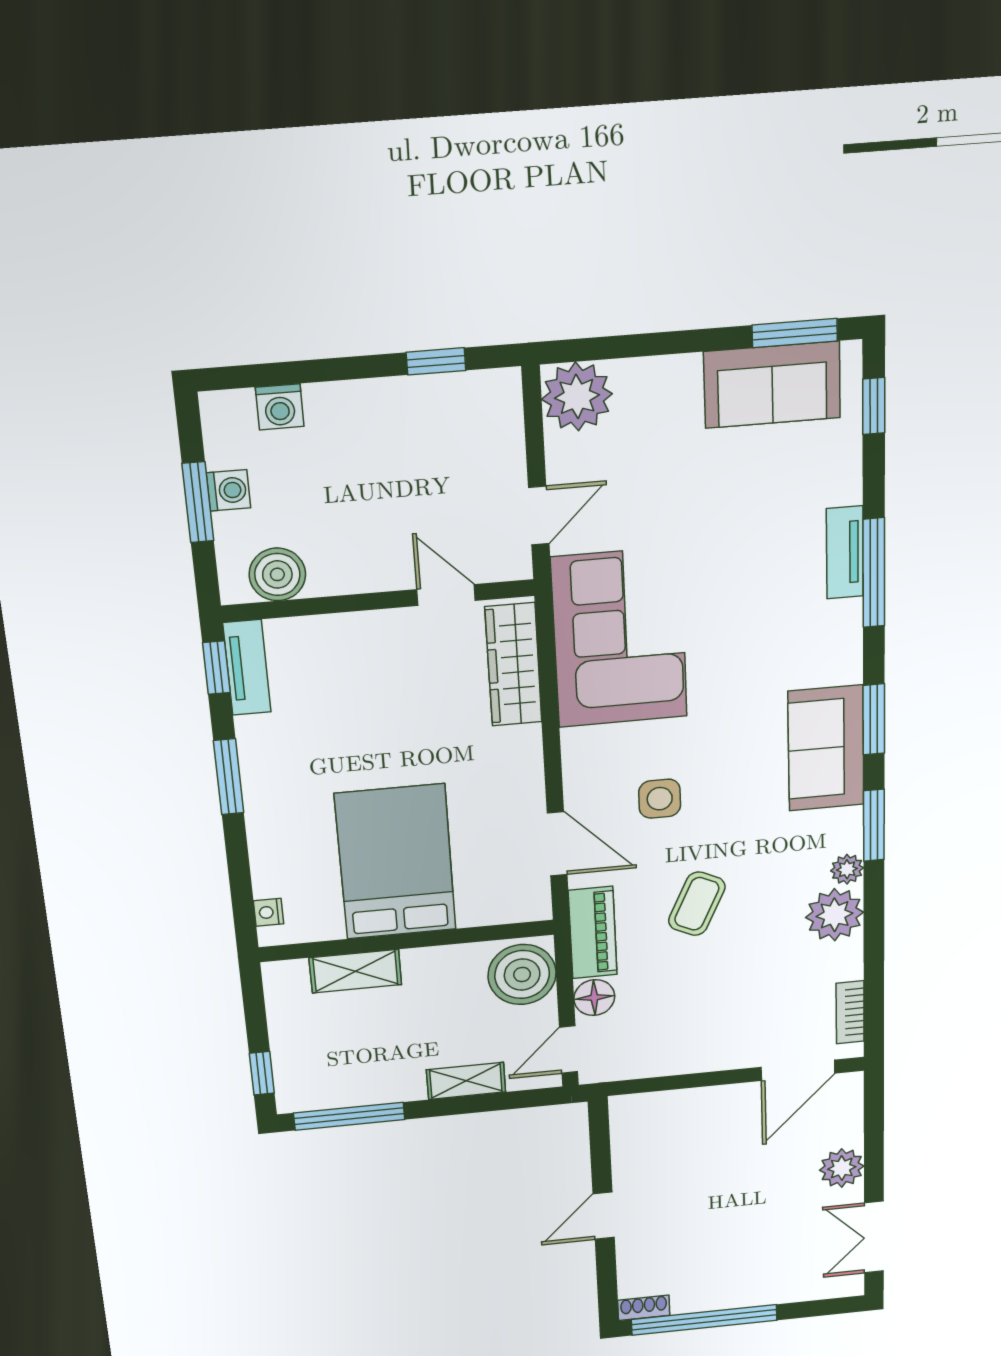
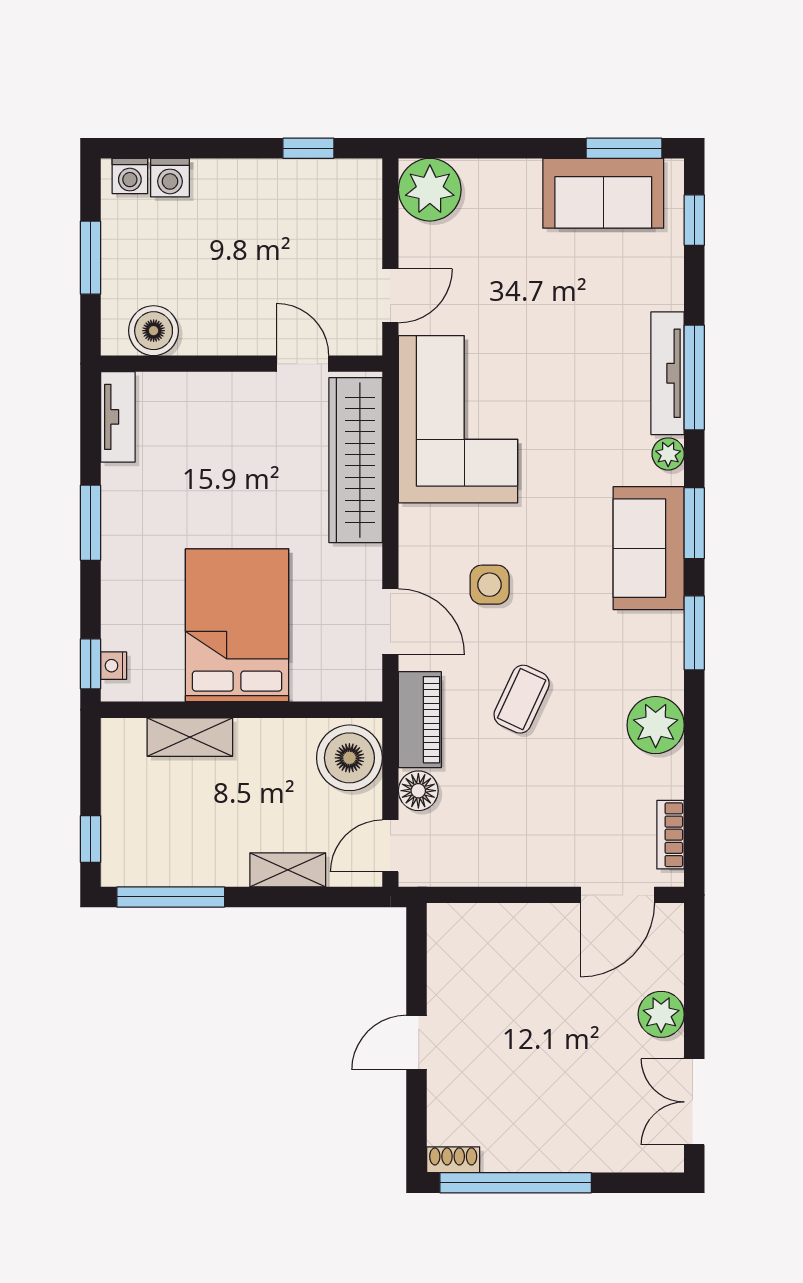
washing machine: (228, 490) -> (130, 176), moved, turned 90
tv unit: (845, 552) -> (668, 373), width x1.41
wardrobe: (513, 665) -> (356, 460), width x1.40, depth x1.17
window: (216, 668) -> (91, 664), moved
plant: (847, 869) -> (668, 454), moved

